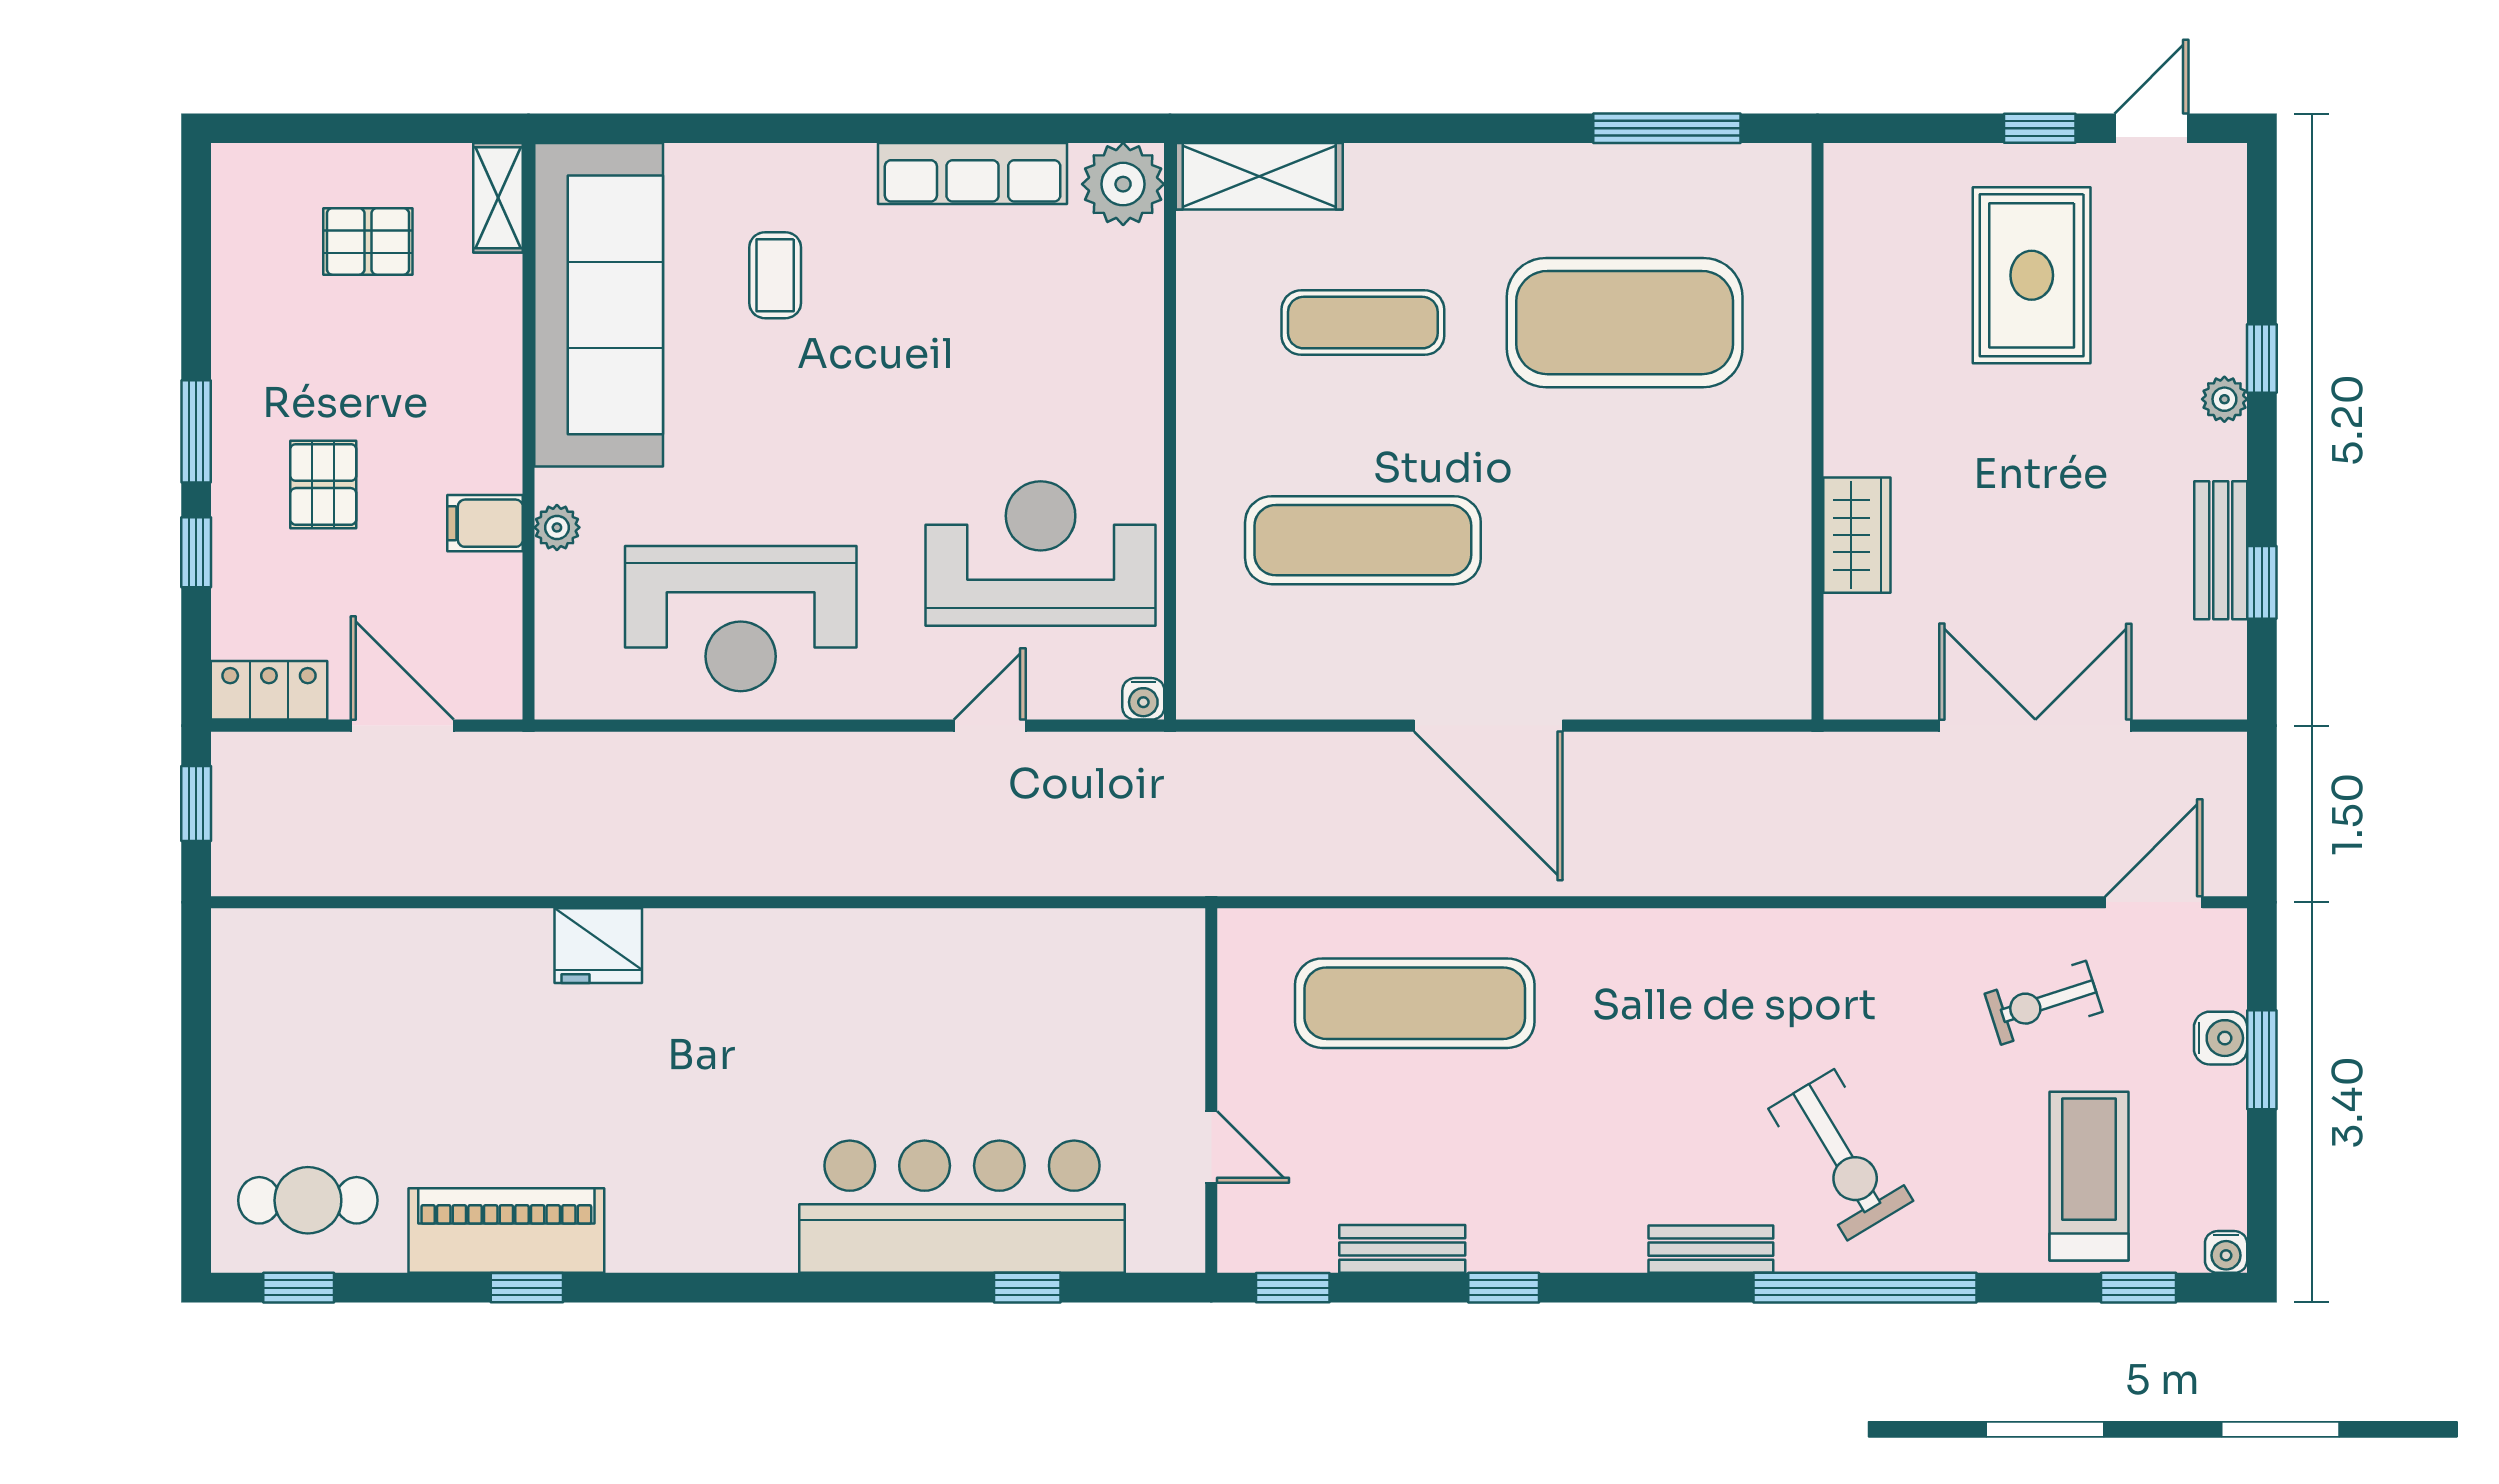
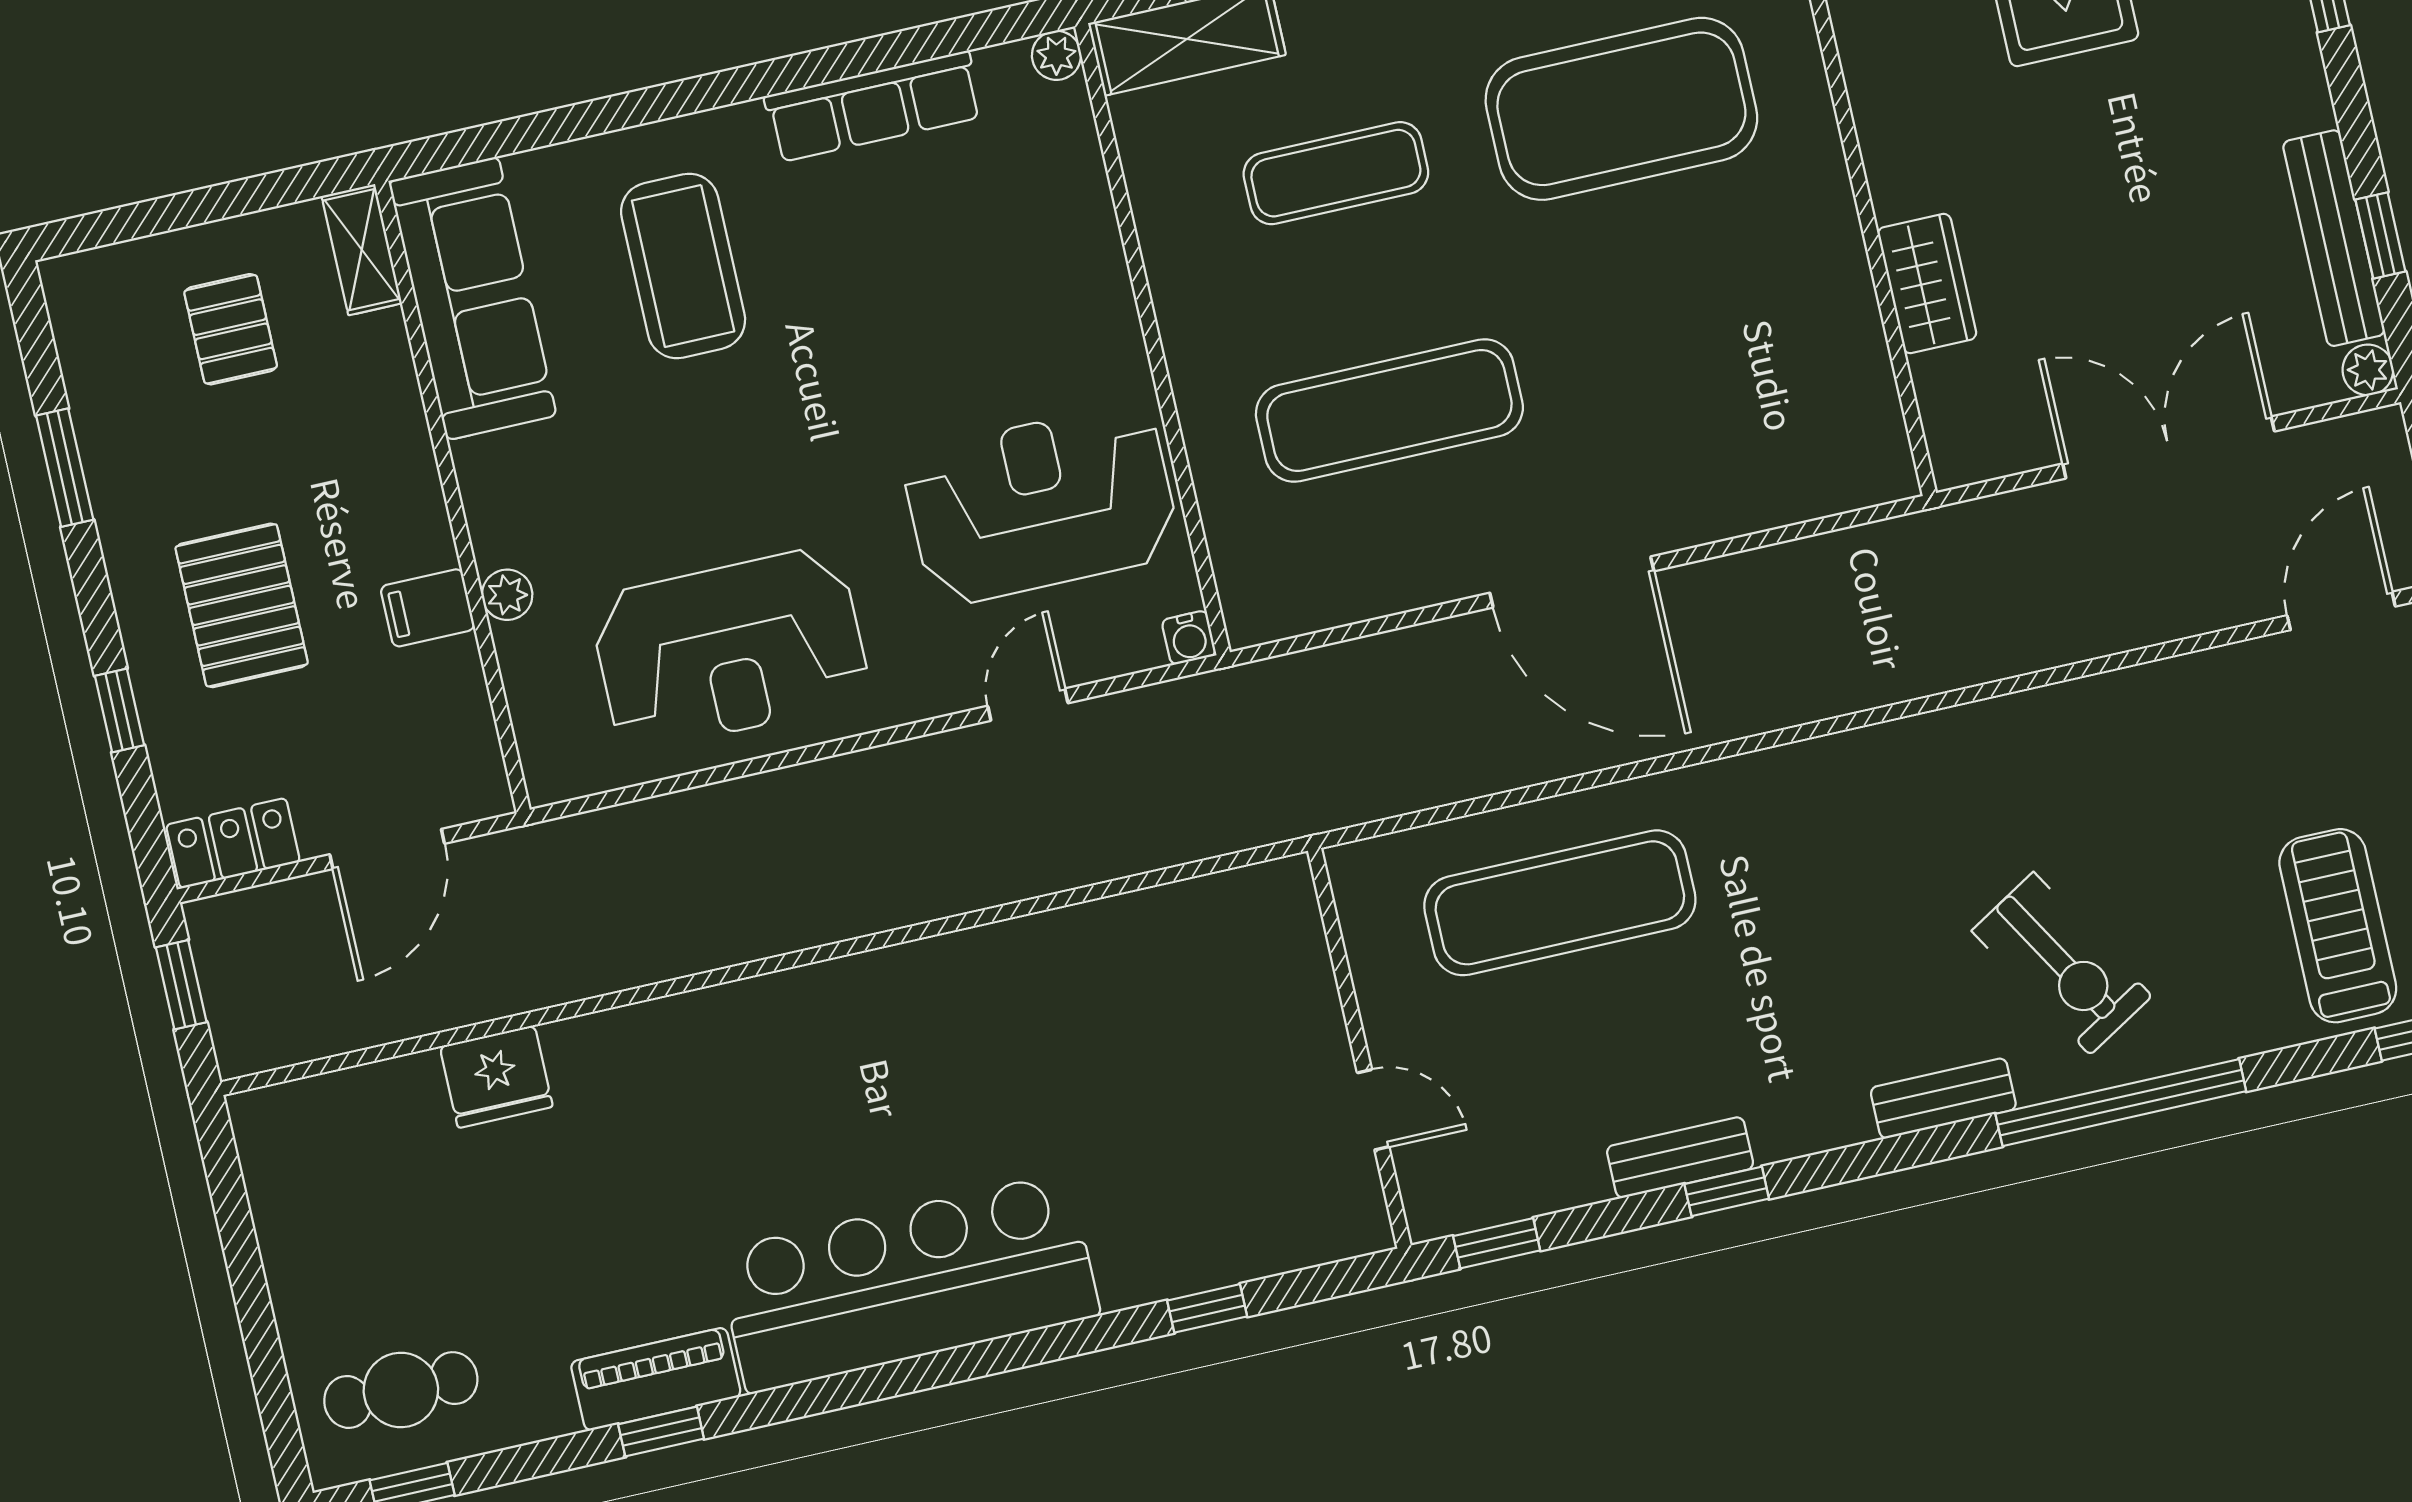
plant: (1123, 184) -> (1056, 55), width x0.53, depth x0.53
pallet: (368, 241) -> (231, 329), turned 90
coffee table: (775, 275) -> (683, 266), width x1.86, depth x1.72
sofa: (599, 305) -> (472, 298), width x0.74, depth x0.79
plant: (2224, 399) -> (2368, 370), moved
window: (196, 431) -> (65, 468), moved
pallet: (323, 484) -> (242, 605), width x1.50, depth x1.42
bench: (2221, 550) -> (2334, 238), width x1.36
door: (402, 726) -> (387, 849), swing flipped
fridge: (598, 946) -> (496, 1077), moved
exercise bike: (2044, 1003) -> (2246, 748), removed
bar counter: (962, 1207) -> (908, 1283), moved
piano: (506, 1230) -> (656, 1379), width x0.73, depth x0.75
bench: (1402, 1249) -> (1680, 1158), moved

